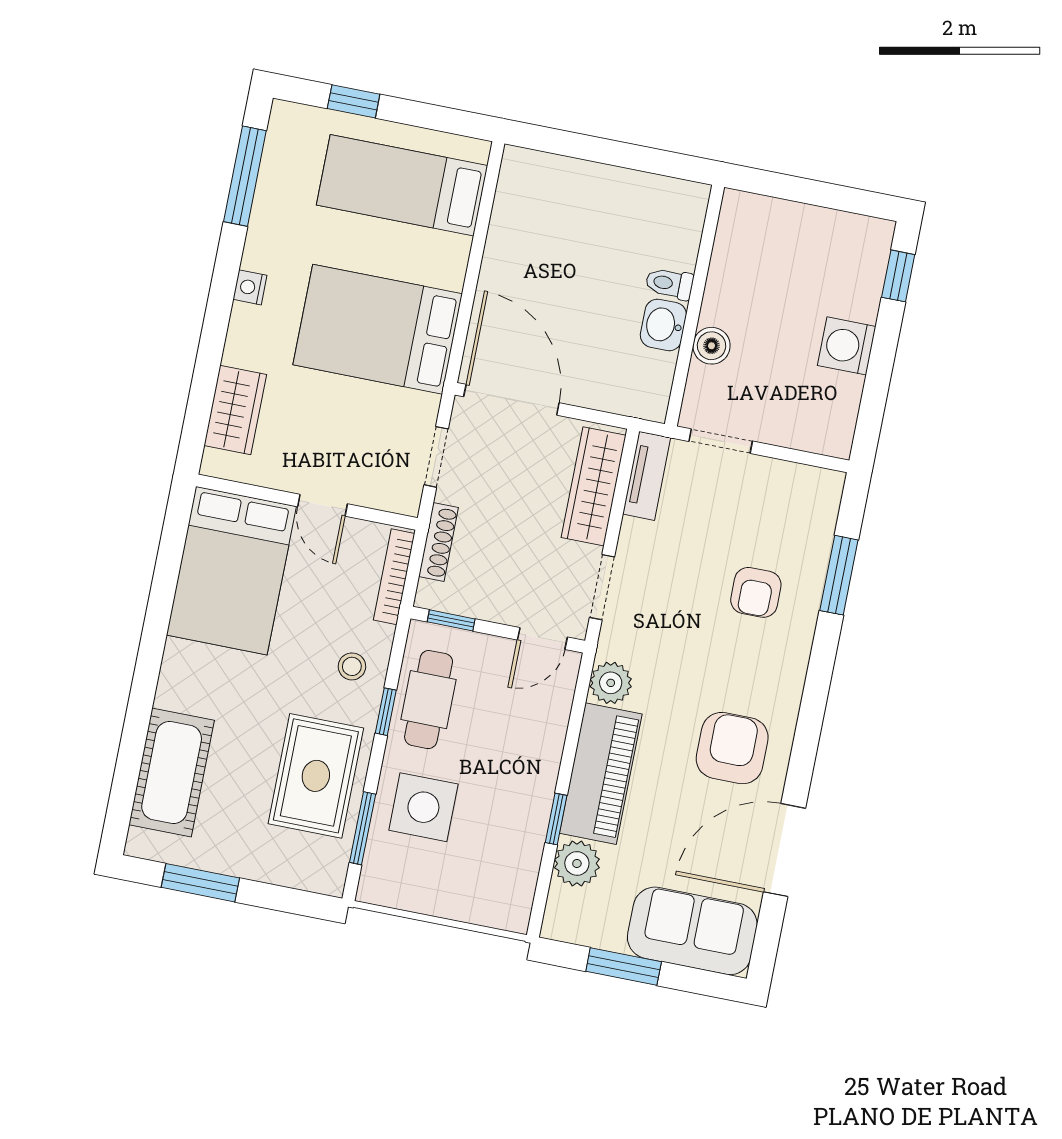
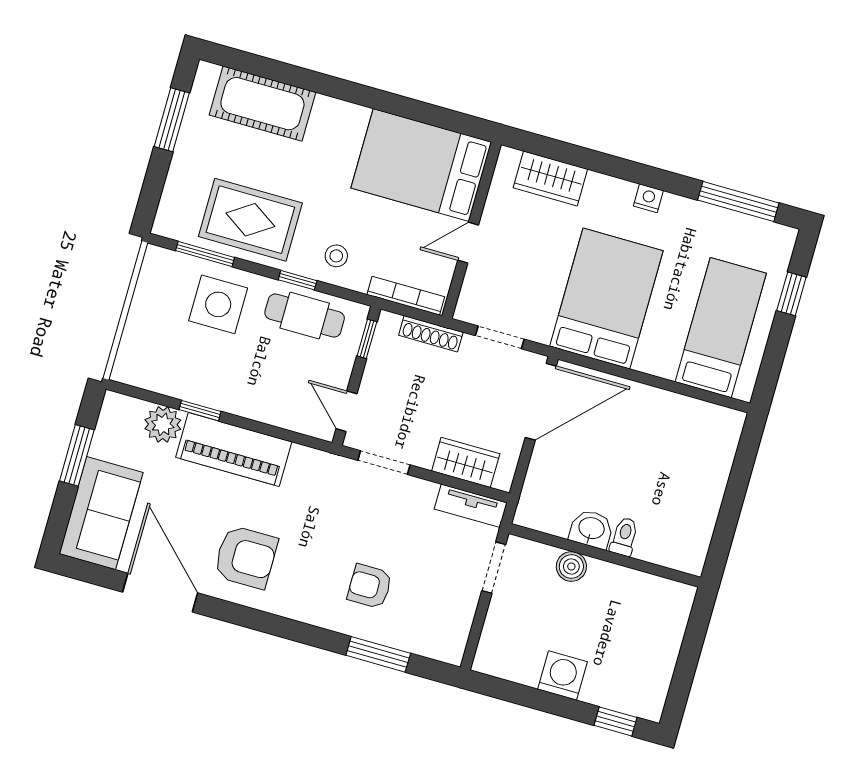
wardrobe: (594, 486) -> (466, 462), width x0.67
plant: (611, 683) -> (306, 463), removed

